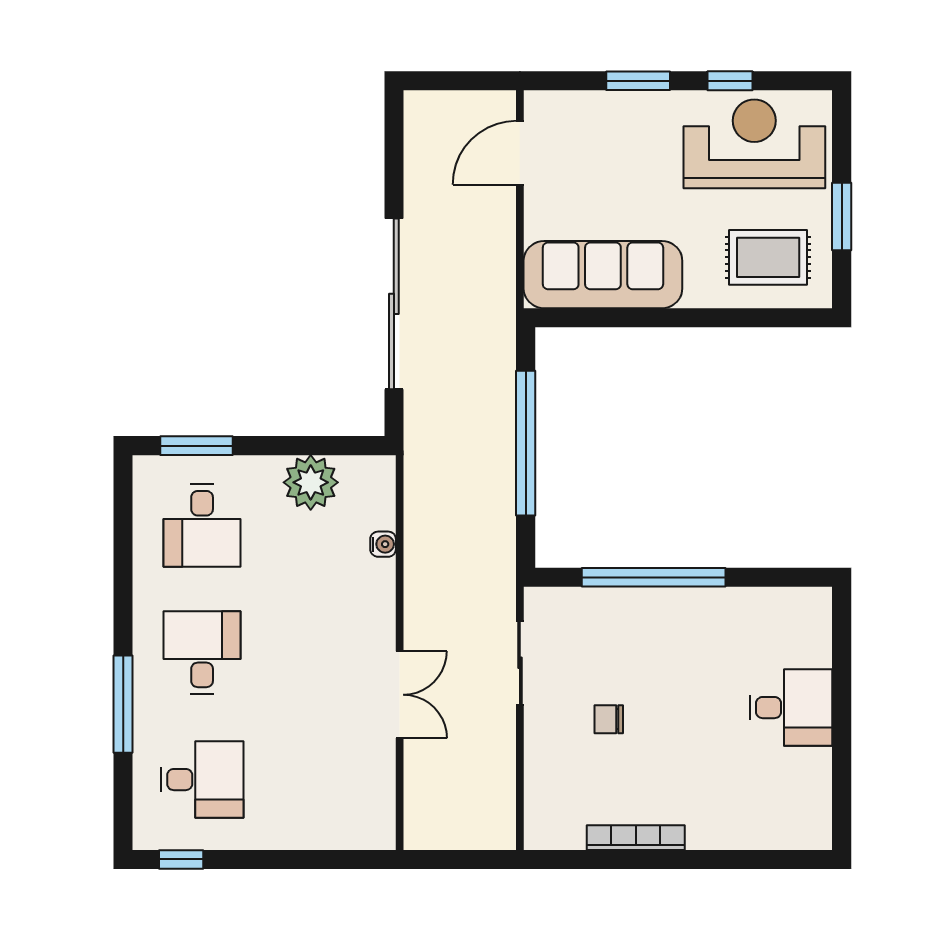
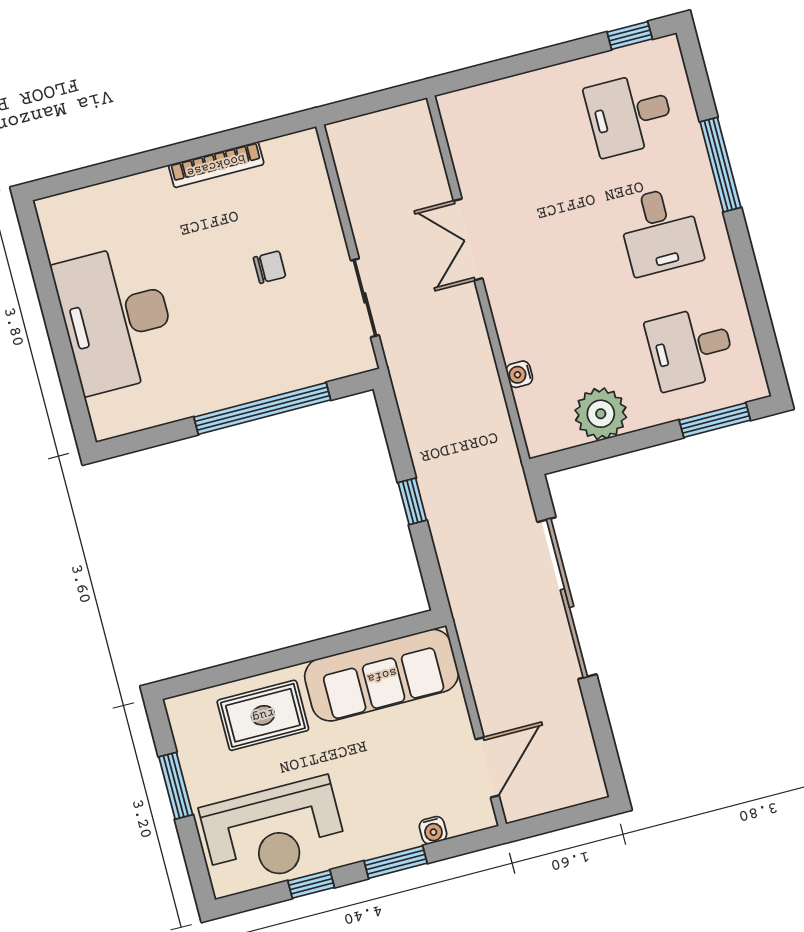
water cooler: (592, 103) -> (433, 830), added
rug: (768, 257) -> (263, 715), moved
window: (526, 443) -> (412, 501), width x0.32
desk: (202, 526) -> (690, 348), turned -90
desk: (791, 708) -> (116, 319), width x1.87, depth x1.30

